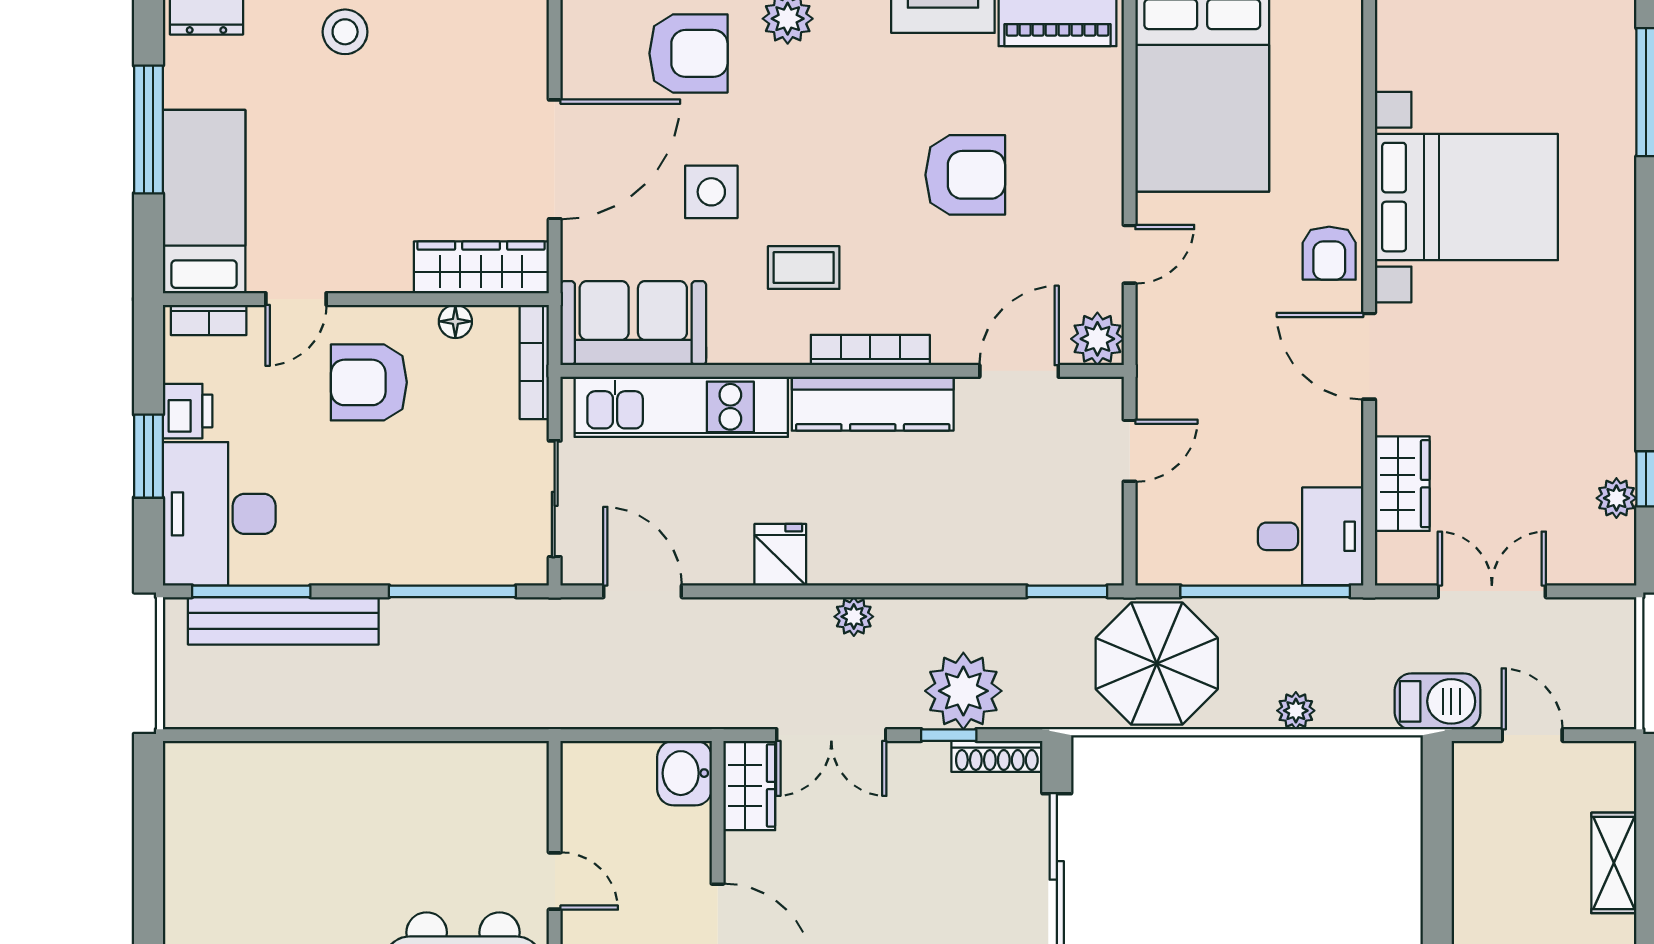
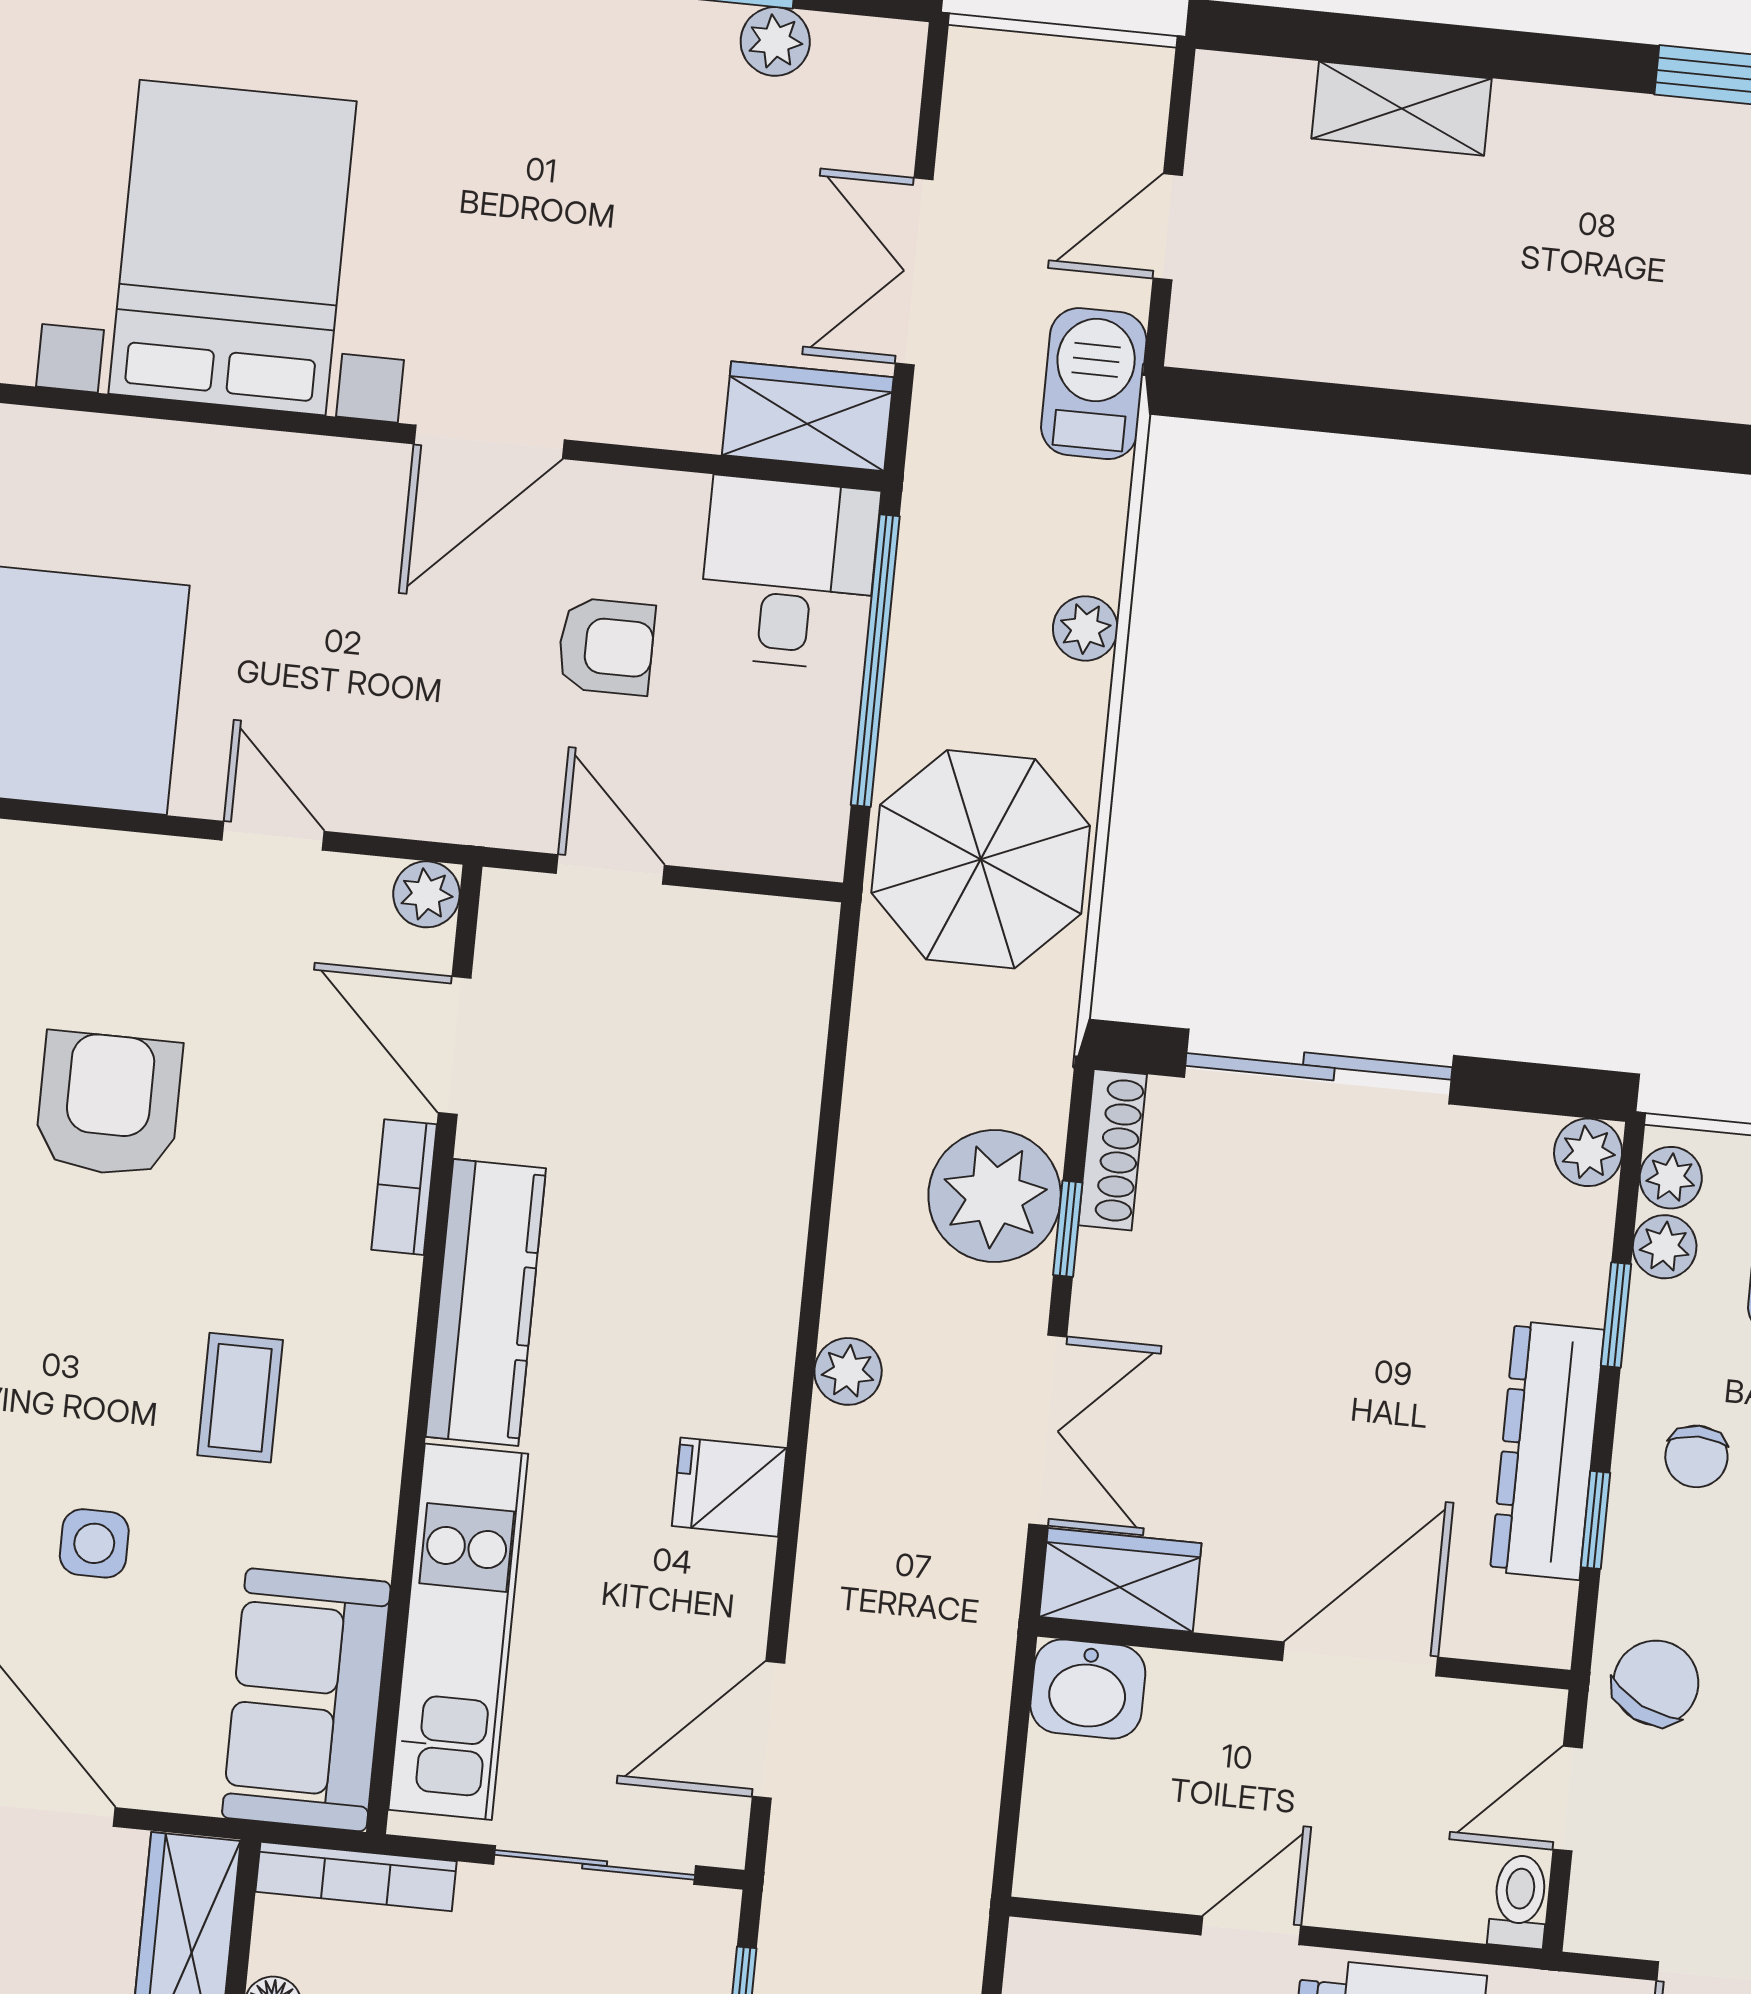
side table: (711, 192) -> (94, 1543), width x0.73, depth x0.73
armchair: (1329, 253) -> (606, 646), moved
plant: (1097, 339) -> (426, 894), width x0.73, depth x0.73
bookcase: (870, 350) -> (404, 1187), moved, width x0.64
wardrobe: (1402, 484) -> (808, 416), moved
window: (1067, 591) -> (841, 1001), removed

